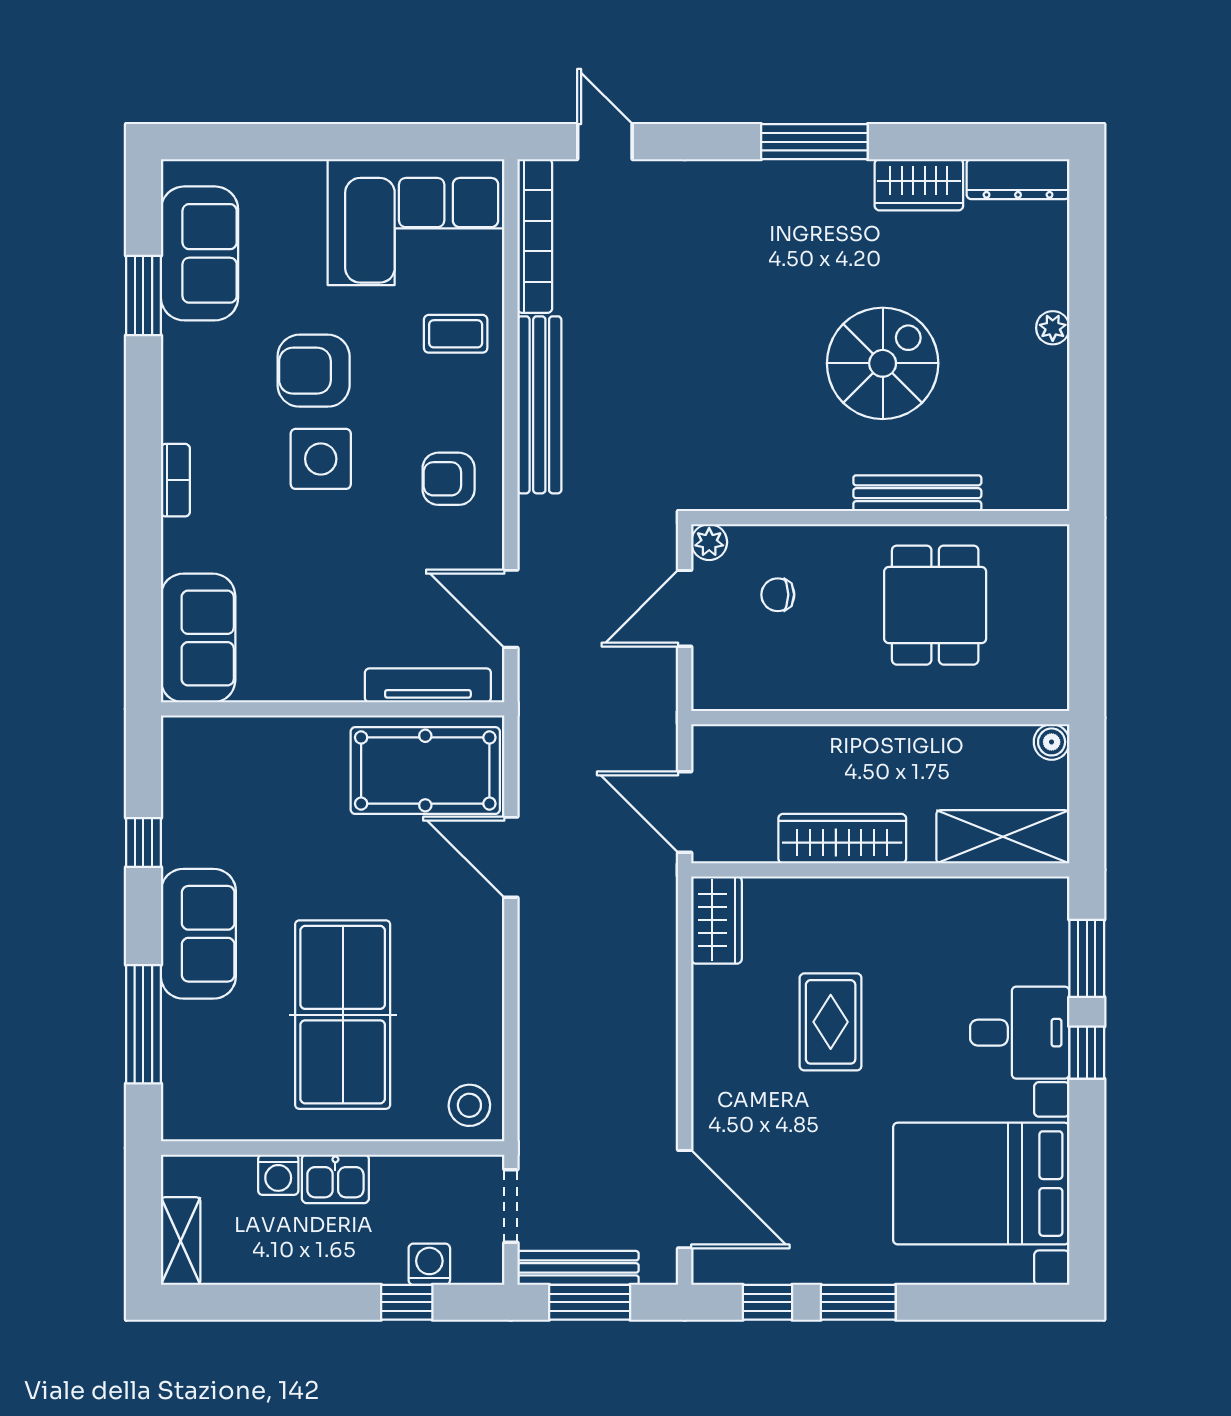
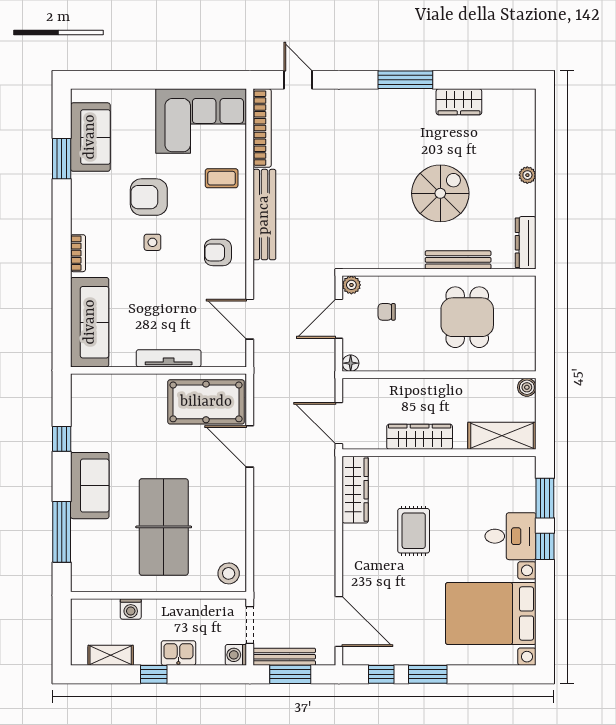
dresser: (1018, 179) -> (526, 243), moved, turned 90
side table: (321, 459) -> (152, 242), width x0.54, depth x0.54
sofa: (198, 638) -> (90, 322), width x1.36
tv unit: (428, 685) -> (169, 358), moved
floor lamp: (707, 695) -> (351, 363), added
wardrobe: (716, 920) -> (355, 490), width x1.50
kitchen sink: (335, 1179) -> (178, 653), moved, turned 180
shelving: (181, 1241) -> (111, 655), moved, turned 90
washing machine: (429, 1264) -> (236, 655), moved, turned -90
window: (407, 1302) -> (154, 674), moved

